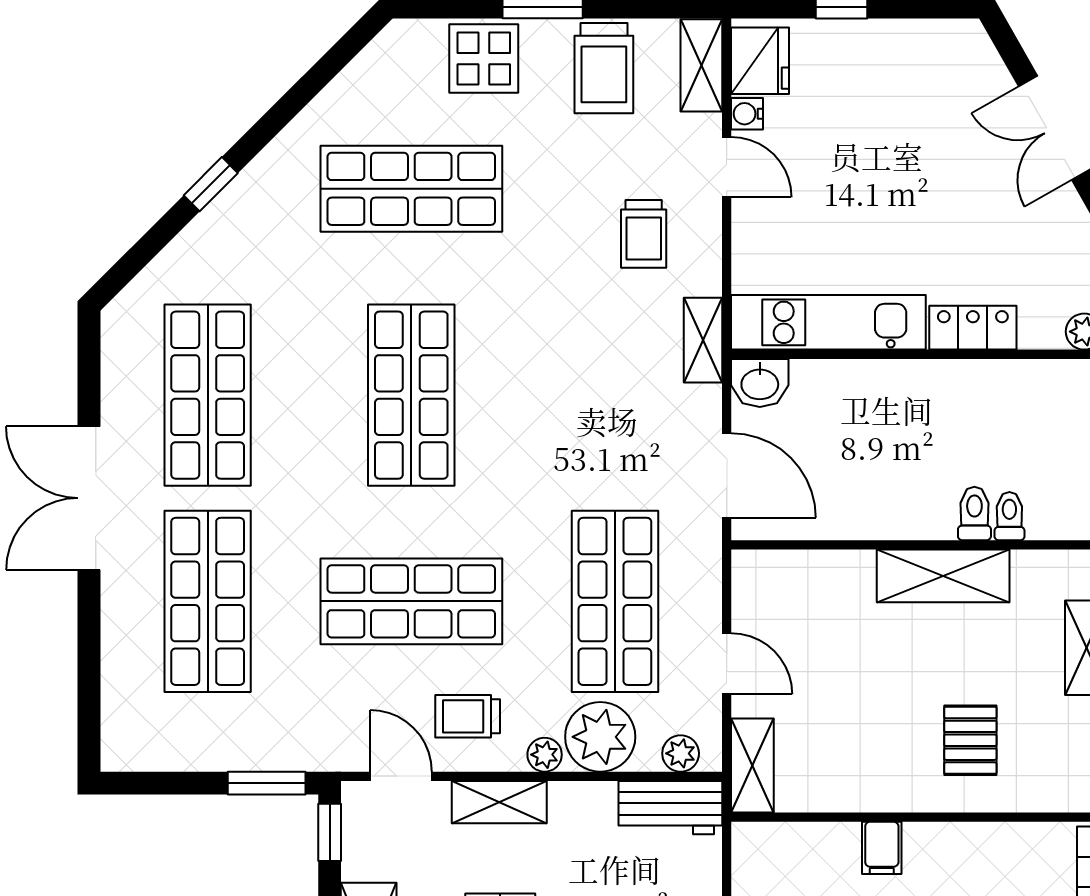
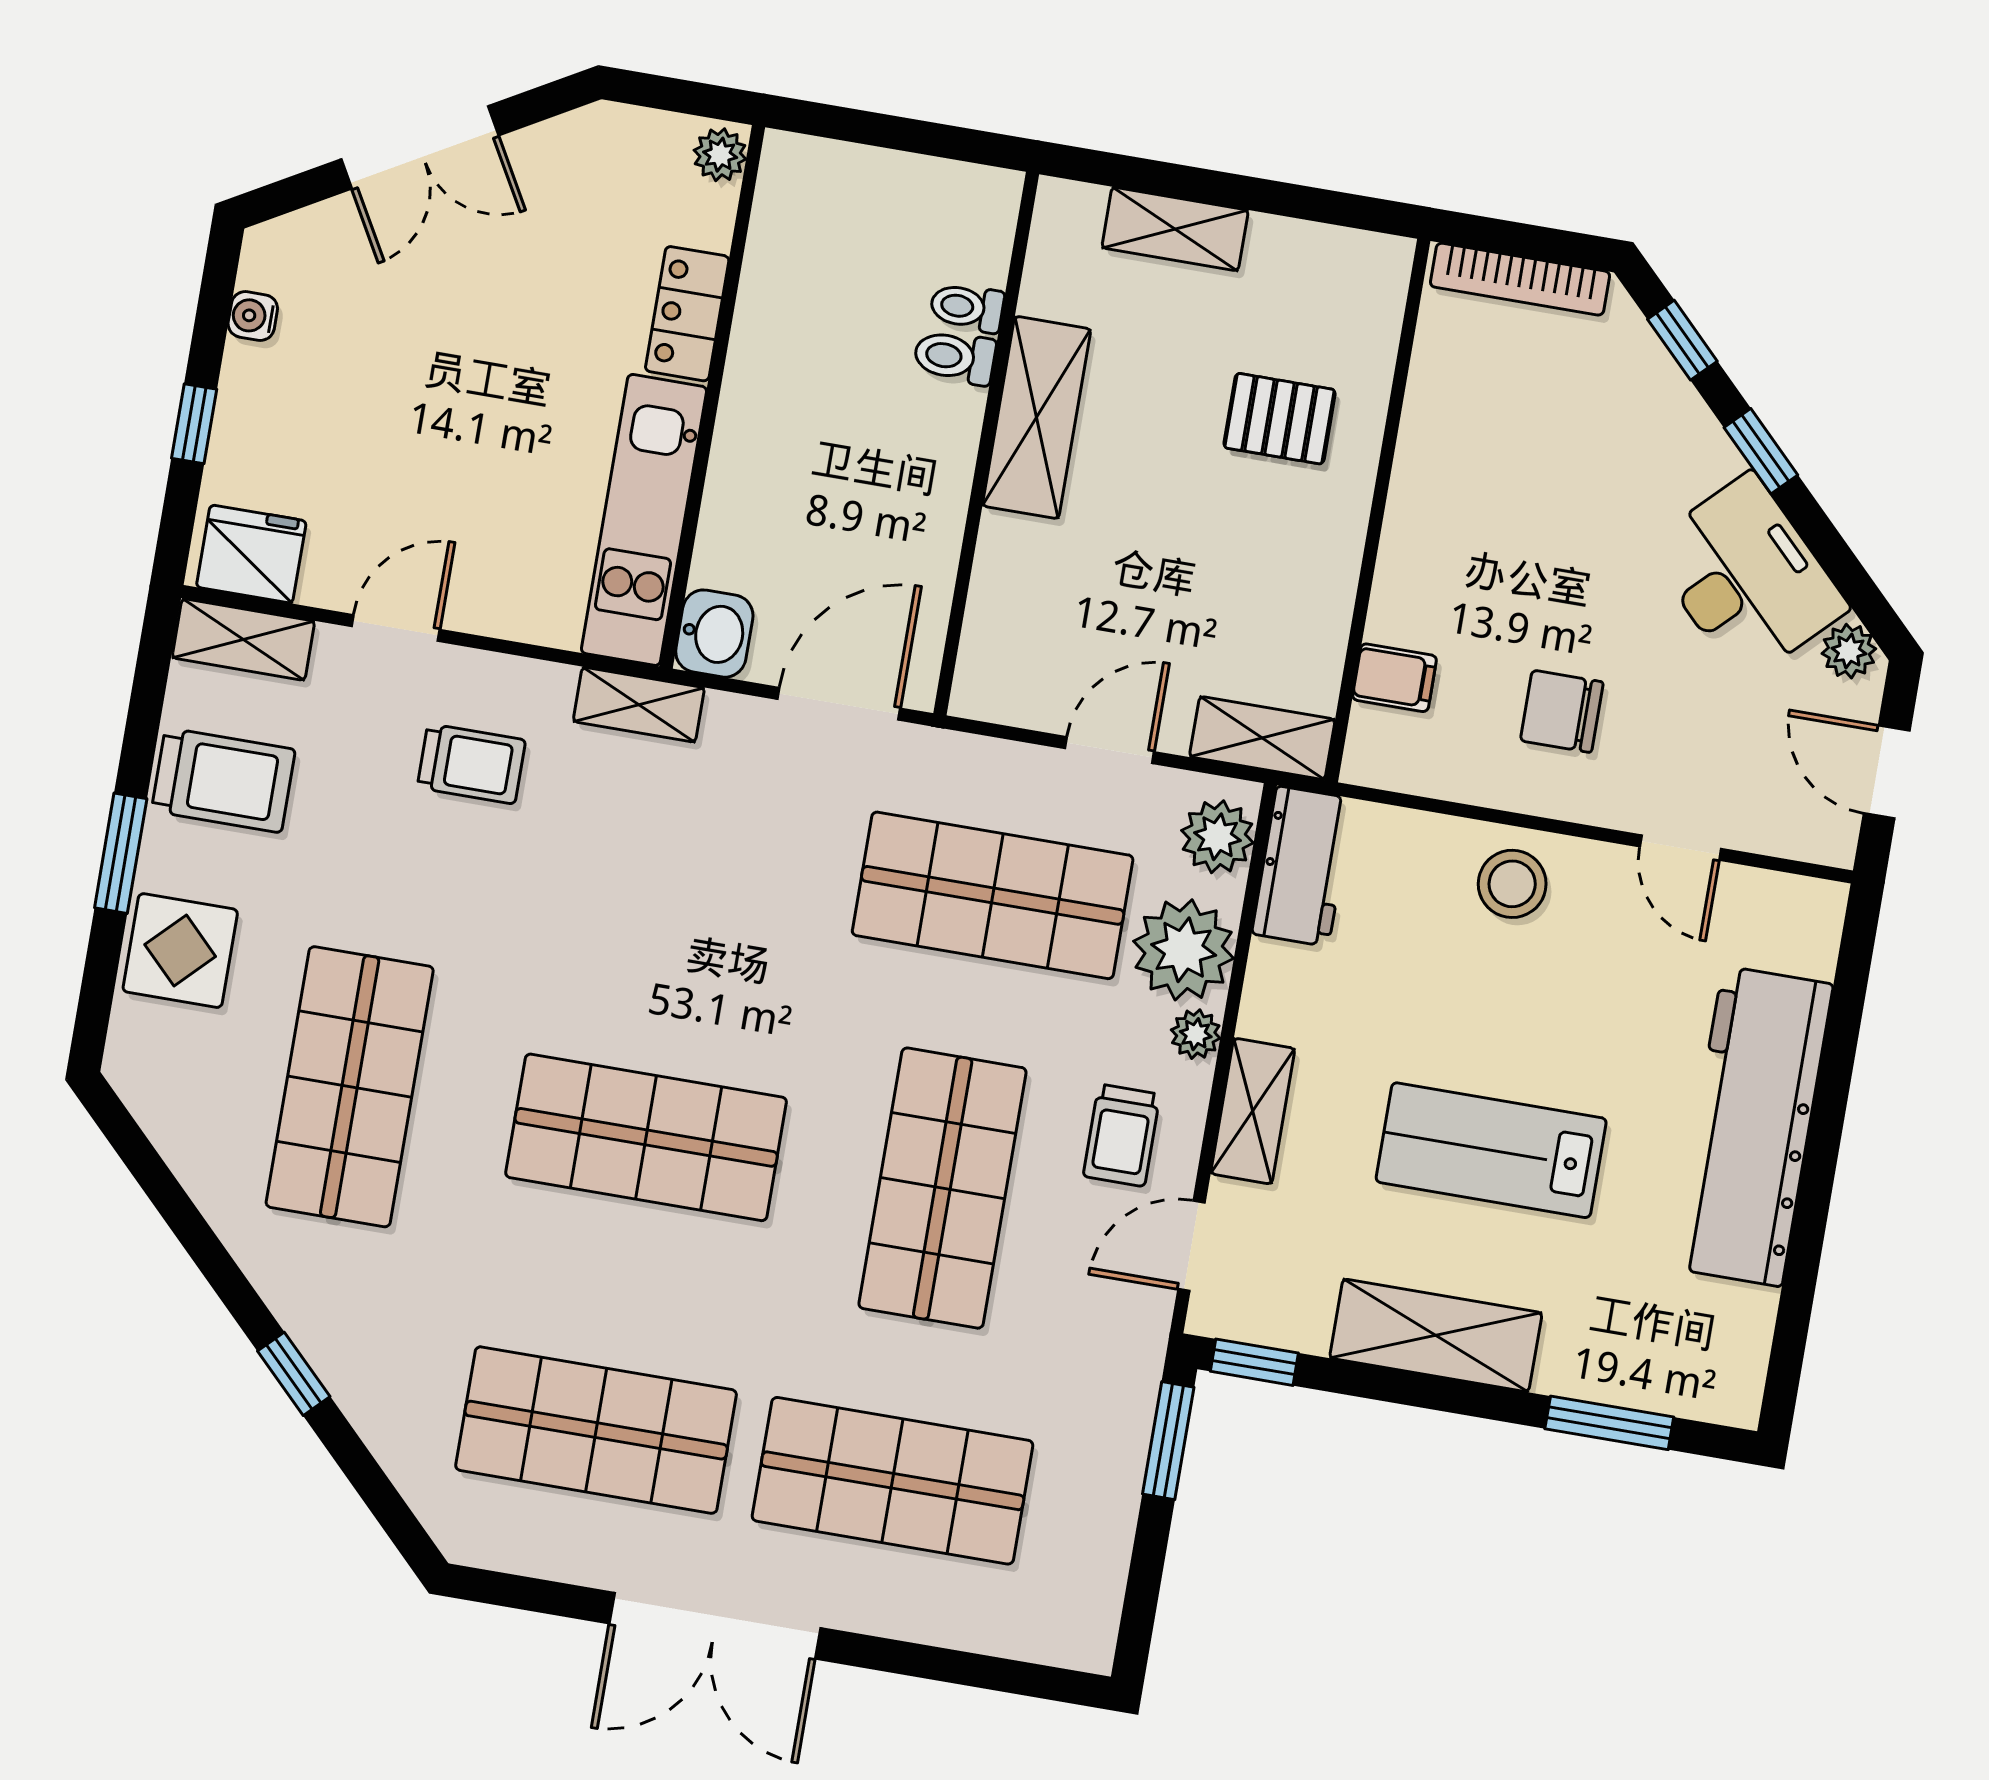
water cooler: (747, 114) -> (253, 316), moved, turned 90
plant: (681, 753) -> (1217, 837), width x1.38, depth x1.38
filing cabinet: (882, 848) -> (1395, 678), moved

